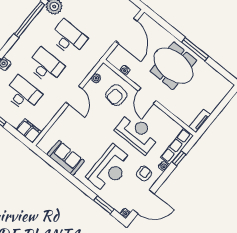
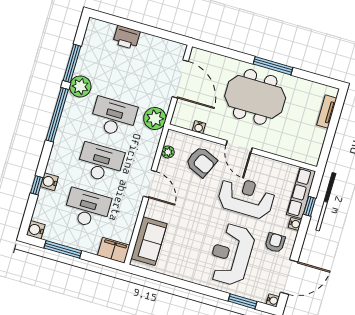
plant: (97, 51) -> (155, 118), added
armchair: (116, 95) -> (201, 162), turned -71
tv unit: (200, 121) -> (327, 112), moved
sofa: (66, 158) -> (149, 241), moved, turned 90
reception desk: (110, 169) -> (231, 255), turned 180

